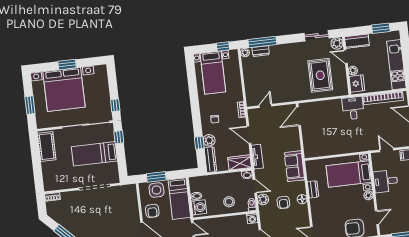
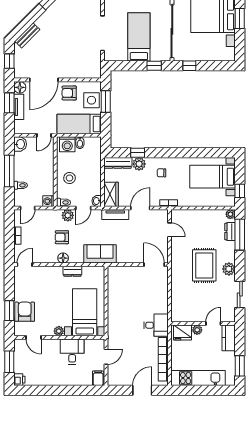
plant: (337, 43) -> (229, 269), moved
rug: (320, 75) -> (204, 265), moved, turned 90

